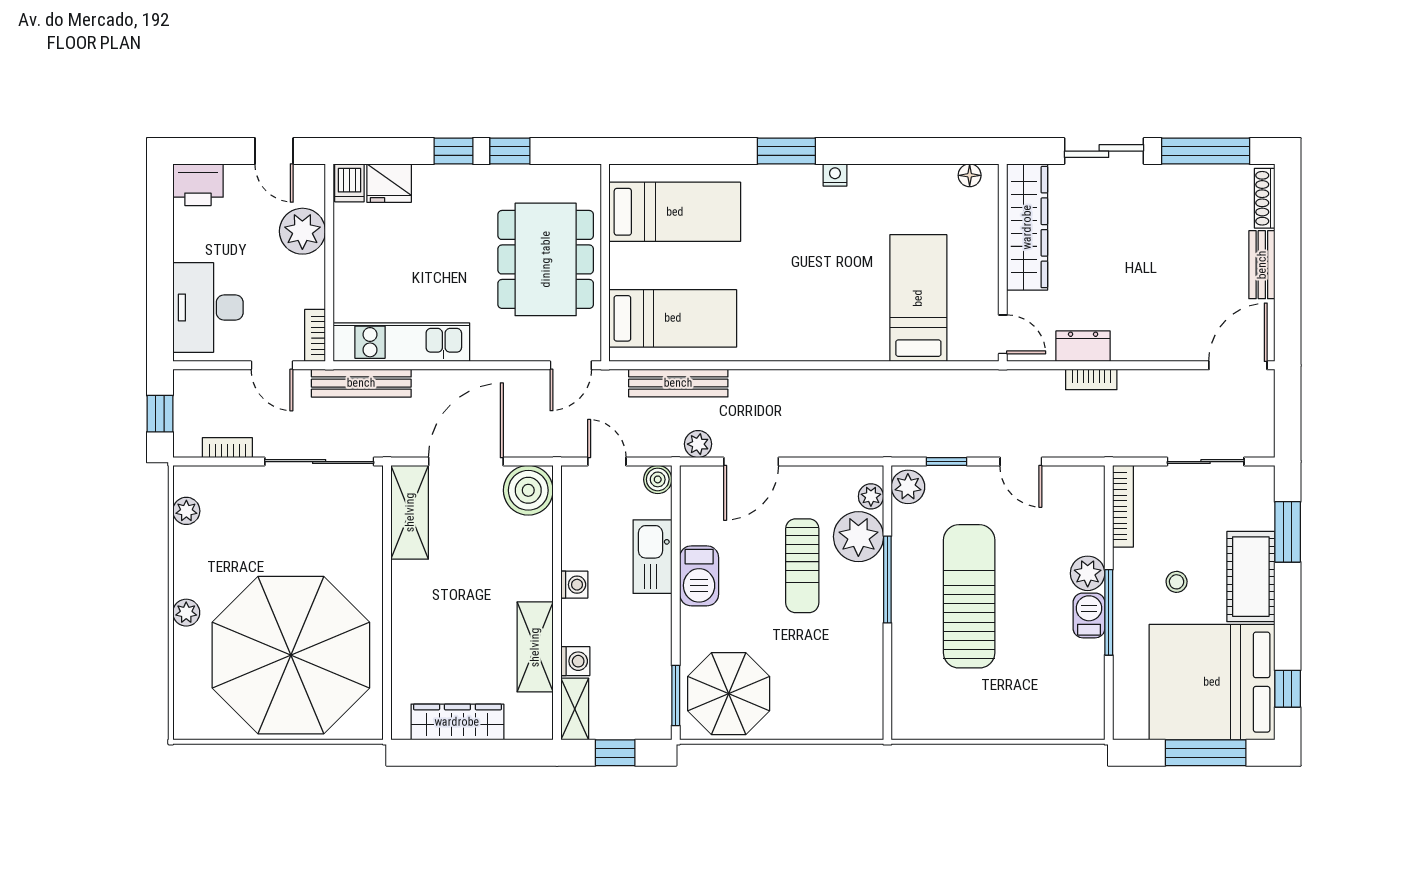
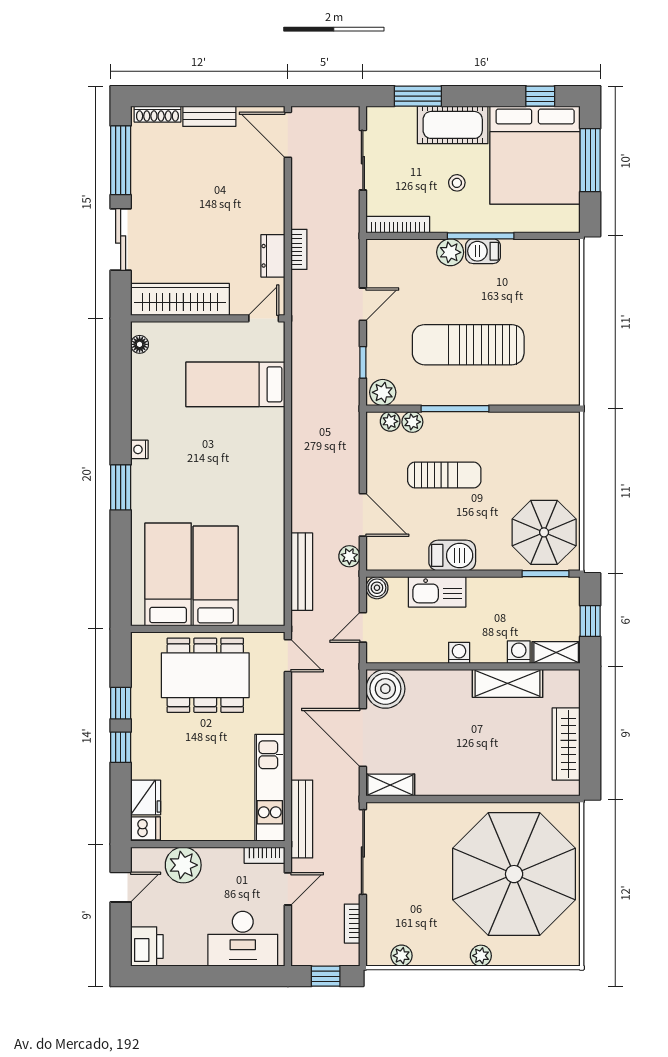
bed: (673, 318) -> (216, 576), moved
shelving: (410, 512) -> (390, 785), width x0.67, depth x0.75
plant: (858, 537) -> (412, 422), width x0.53, depth x0.53

